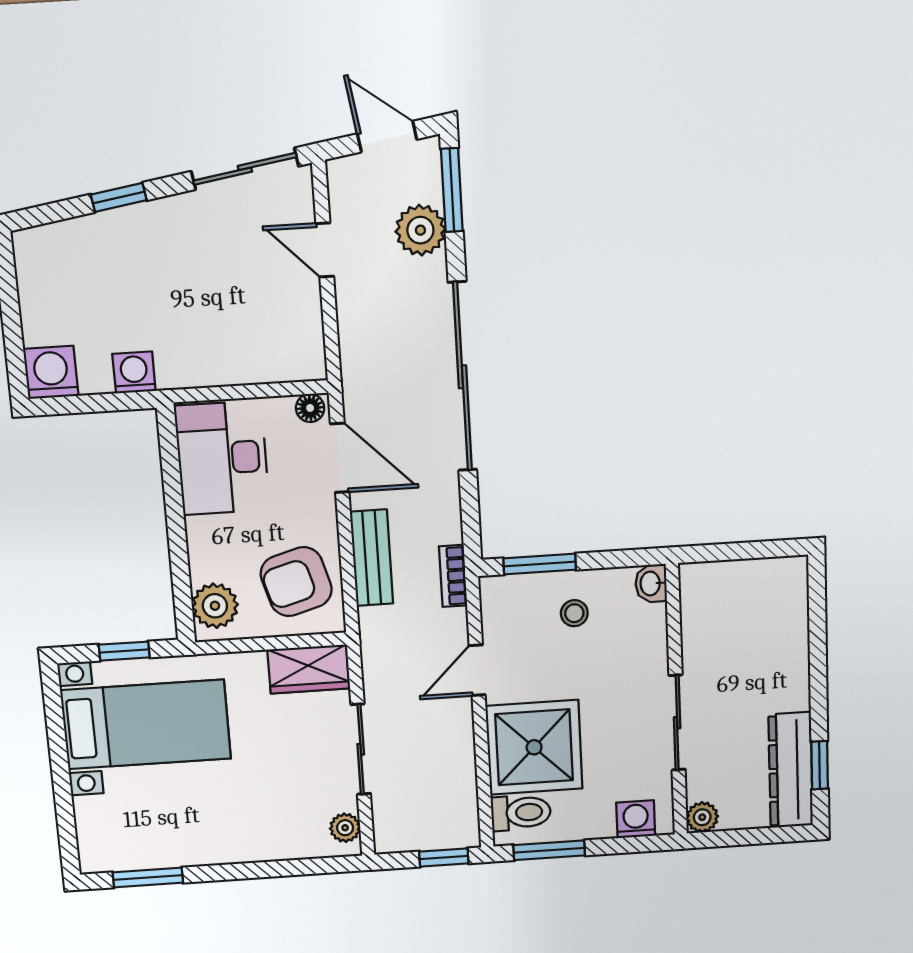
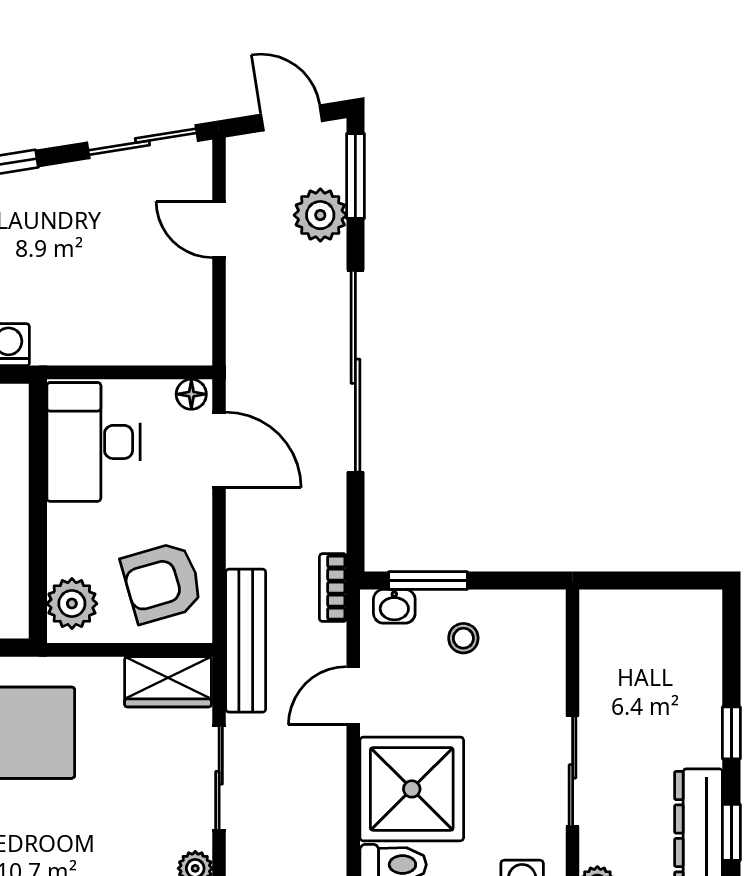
bench: (372, 558) -> (246, 641), moved, width x1.36
washbasin: (651, 583) -> (394, 606), moved, turned -90
window: (818, 680) -> (731, 733), added

